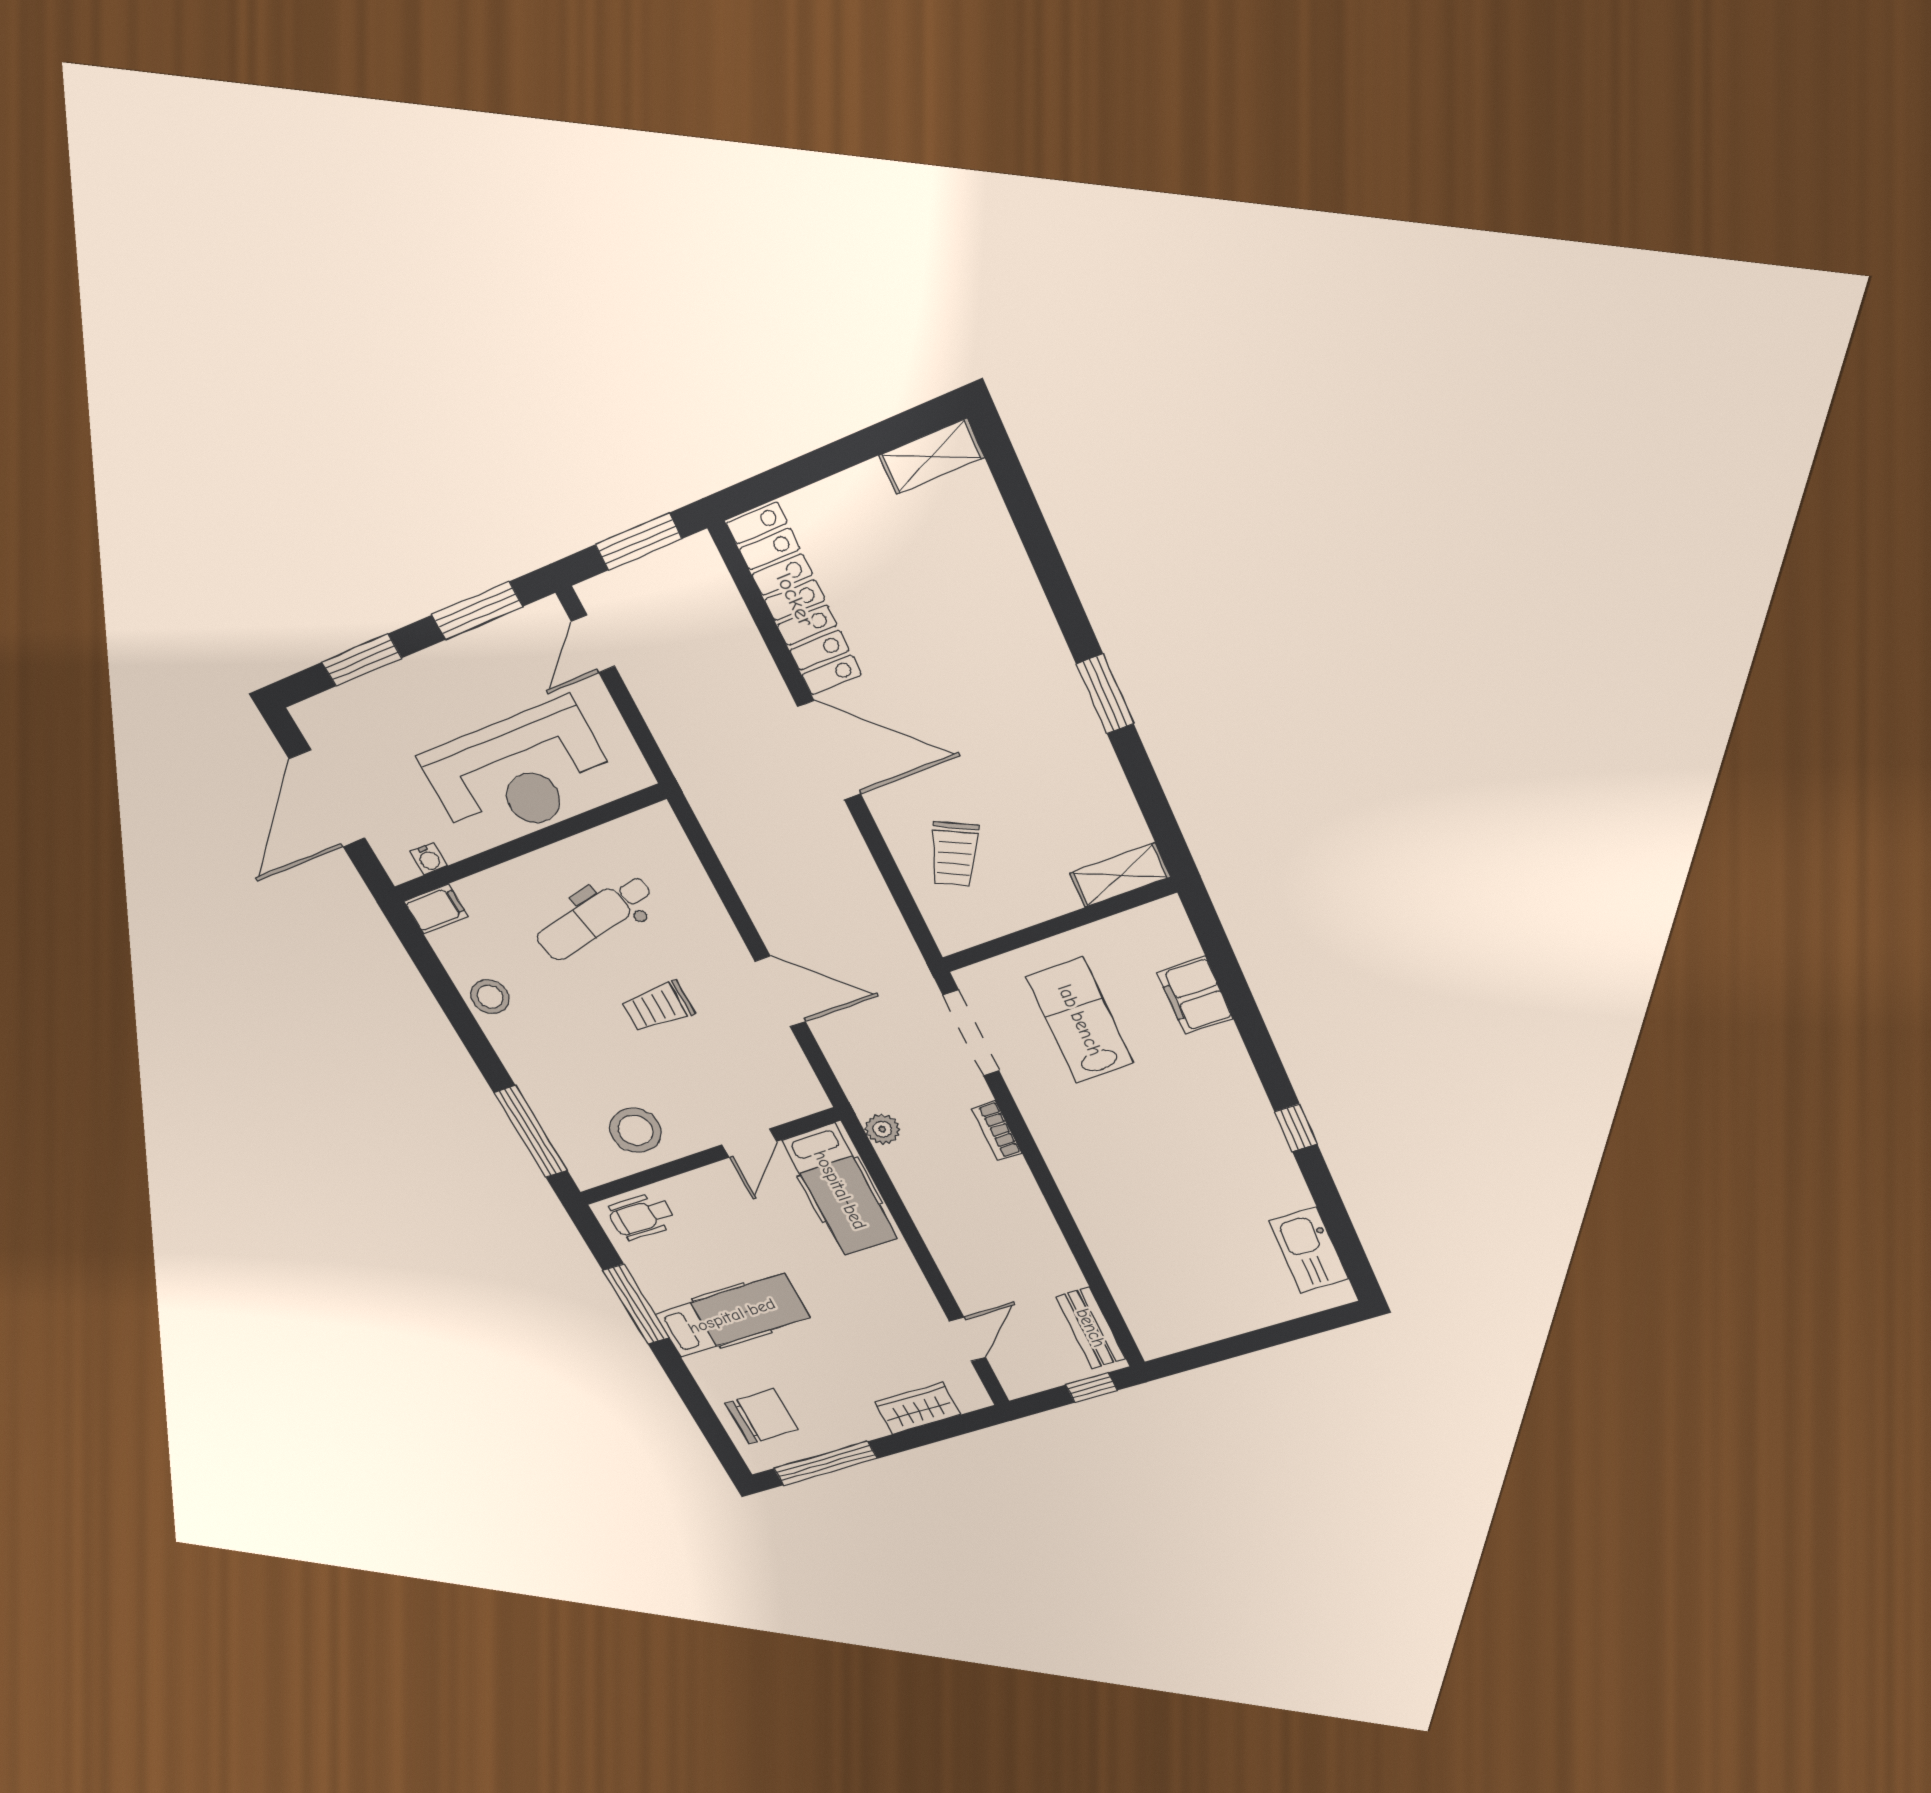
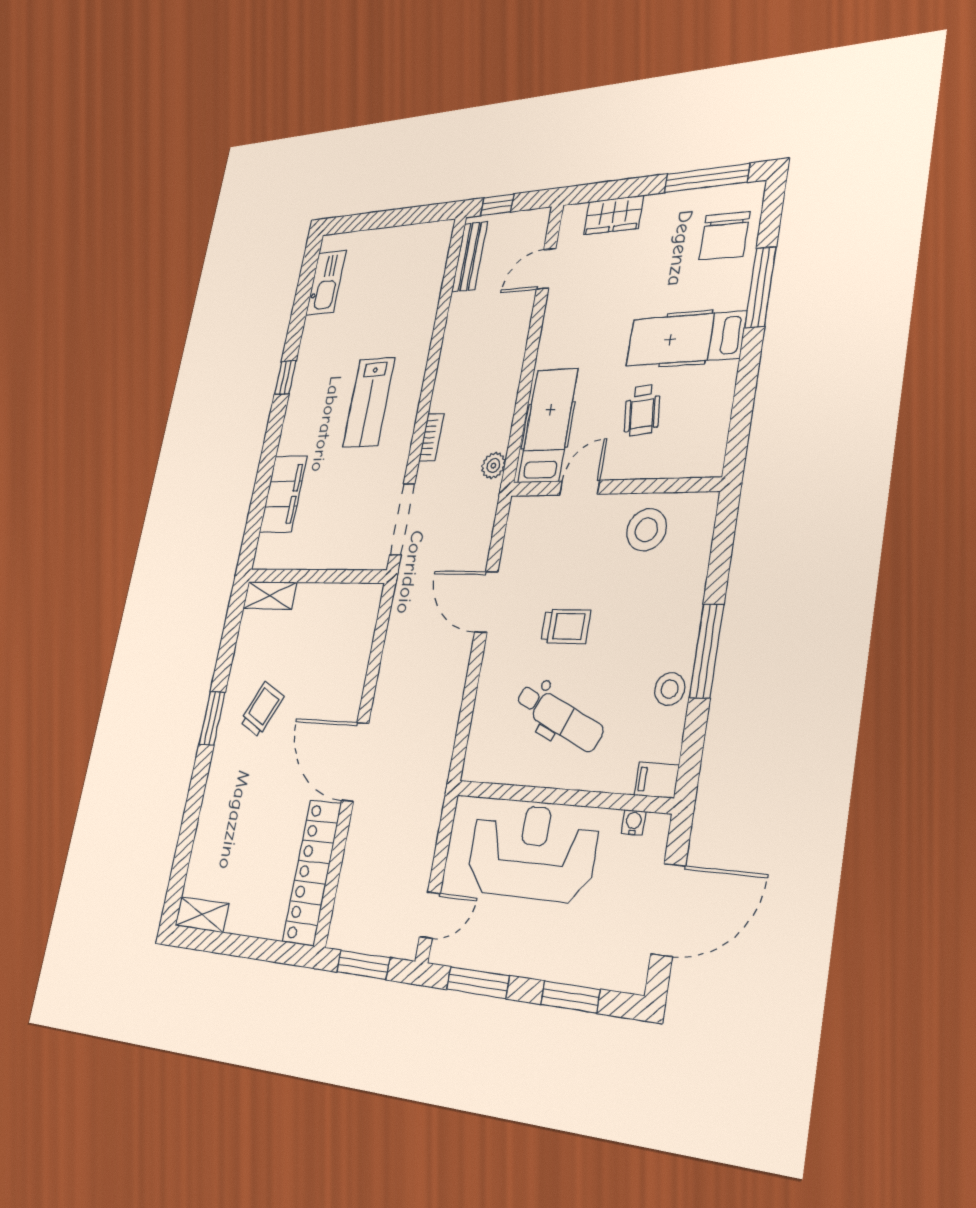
trolley: (954, 854) -> (262, 709), moved
dental chair: (594, 917) -> (559, 717), turned 36
filing cabinet: (1195, 996) -> (283, 494), width x1.50, depth x1.17
lab bench: (1080, 1020) -> (369, 402), moved
window: (531, 1132) -> (707, 651), moved
wheelchair: (641, 1216) -> (642, 410), moved, turned 84
window: (636, 1304) -> (760, 287), moved
chair: (762, 1416) -> (724, 236), turned -89

